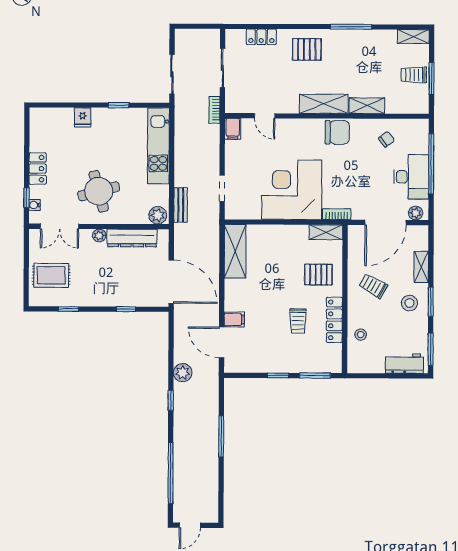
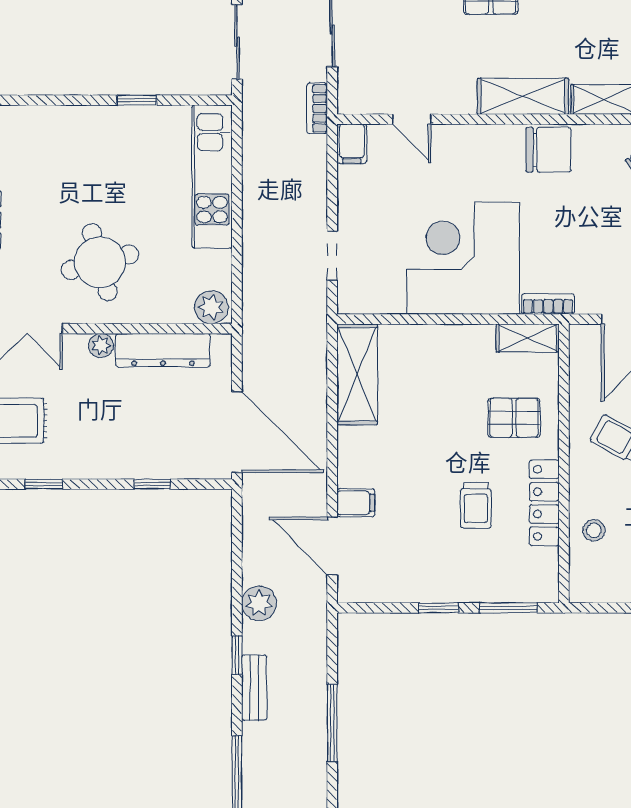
fridge: (83, 117) -> (69, 123), removed
bench: (181, 205) -> (254, 688), moved

